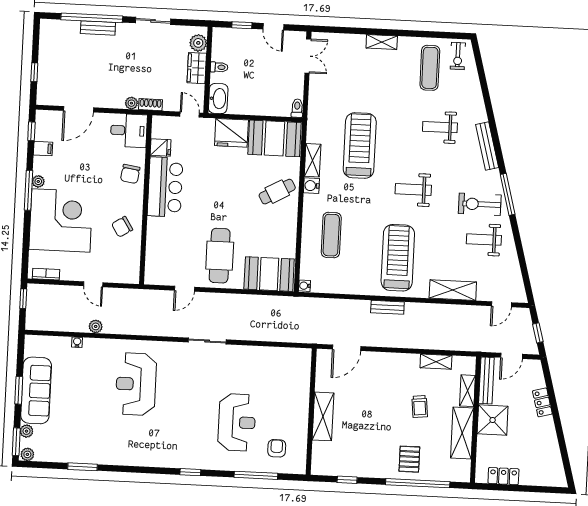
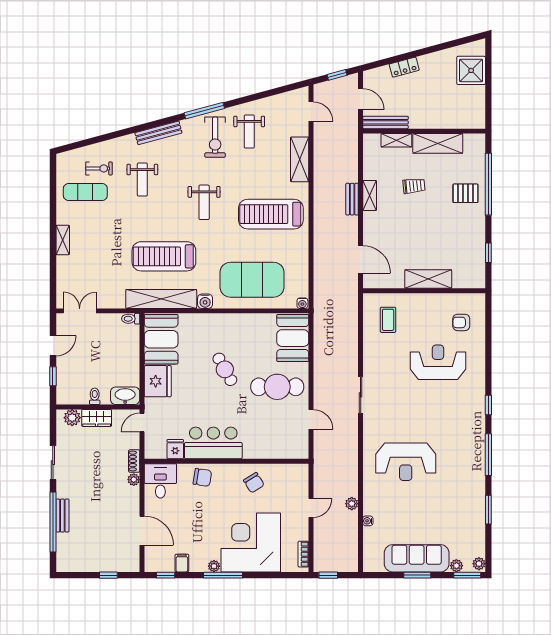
exercise bike: (458, 56) -> (99, 168), moved
shelving: (313, 160) -> (161, 299), width x2.20, depth x1.33
cafe table: (277, 192) -> (225, 369), moved
exercise mat: (331, 235) -> (252, 280), width x2.00, depth x1.45
bench: (387, 307) -> (352, 199), moved
shelving: (436, 362) -> (370, 195), moved
coffee table: (283, 373) -> (388, 320), added
shower: (493, 420) -> (471, 70), moved
window: (256, 475) -> (488, 455), moved
locker: (503, 476) -> (477, 101), removed

